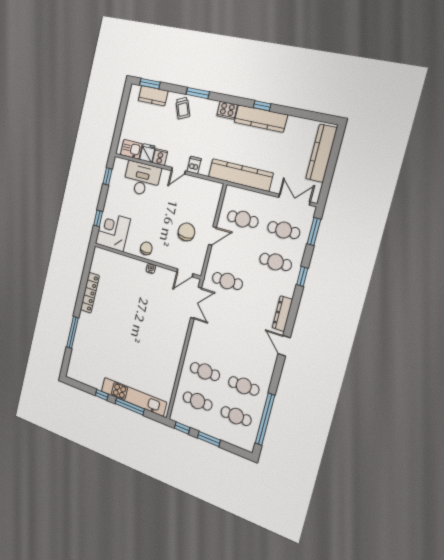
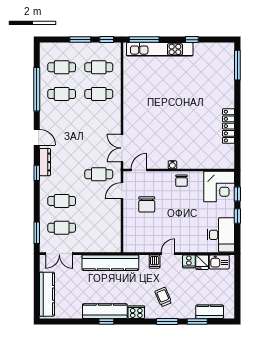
window: (150, 84) -> (197, 321), moved
trolley: (183, 108) -> (163, 297), moved
window: (108, 176) -> (237, 216), moved
desk: (142, 179) -> (221, 235), moved, turned -90
cafe table: (243, 219) -> (99, 228), removed
door: (212, 236) -> (122, 191), moved
window: (302, 276) -> (37, 173), moved
window: (73, 332) -> (237, 65), moved
window: (130, 406) -> (144, 40), moved
window: (265, 419) -> (37, 89), moved

